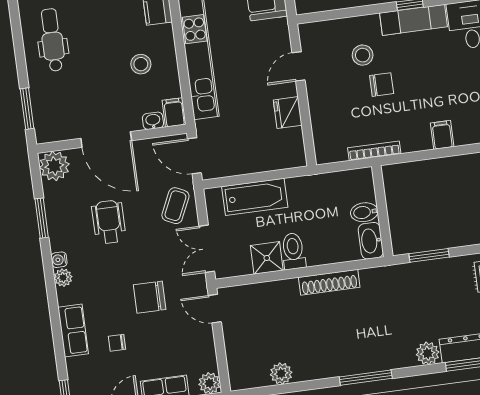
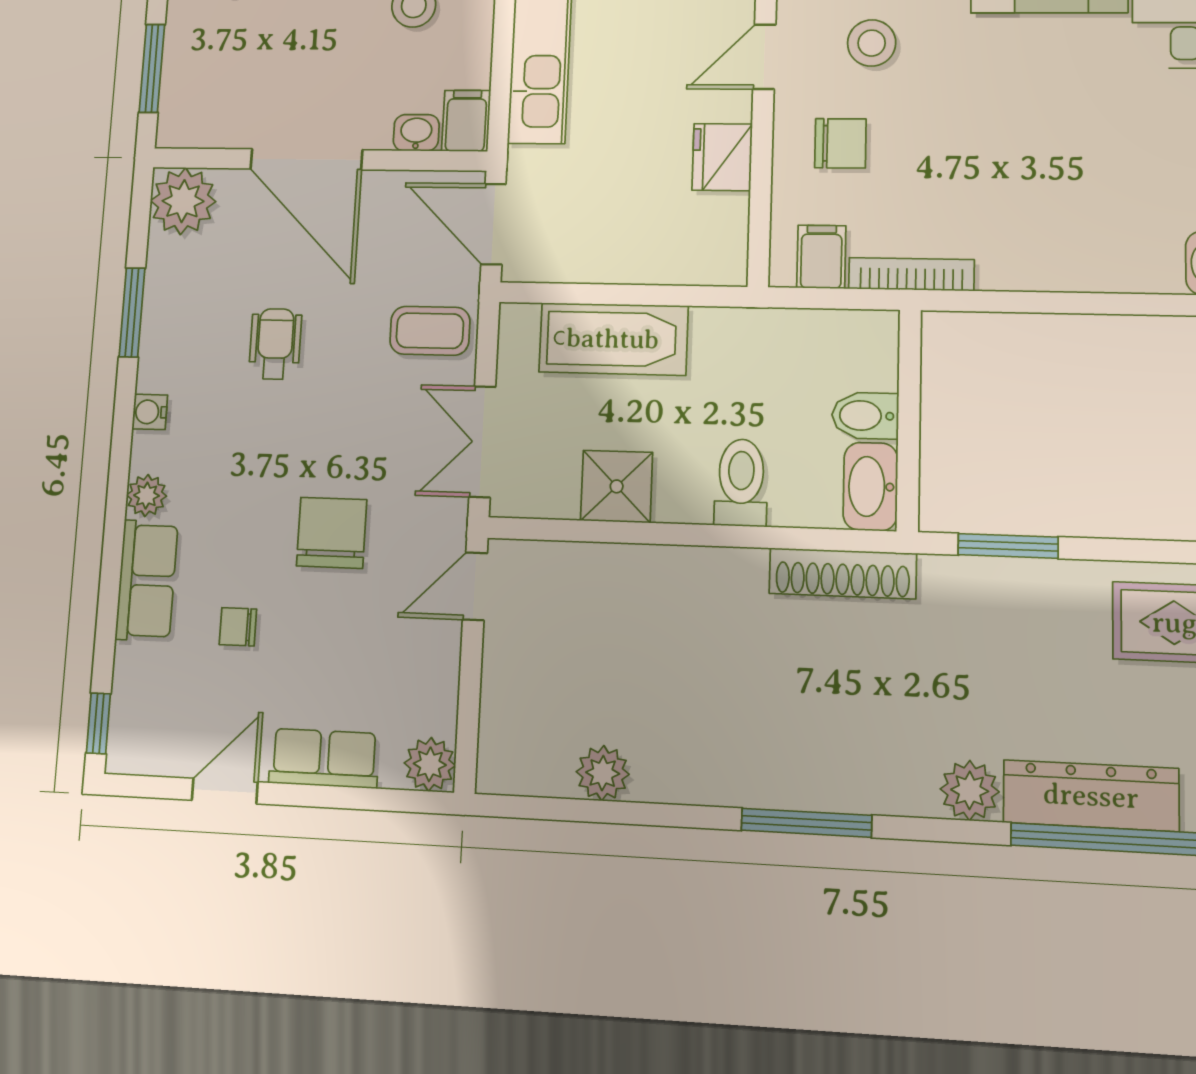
stool: (363, 55) -> (872, 43), moved
chair: (382, 85) -> (840, 143), moved
filing cabinet: (442, 135) -> (821, 257), moved
coffee table: (175, 206) -> (430, 331), turned 65
wheelchair: (109, 222) -> (275, 344), width x0.73, depth x0.73
toilet: (293, 251) -> (741, 483), moved
plant: (63, 278) -> (147, 496), moved
shoe rack: (329, 282) -> (843, 573), moved
chair: (150, 297) -> (332, 533), turned 90
door: (215, 309) -> (475, 586), hinge flipped

